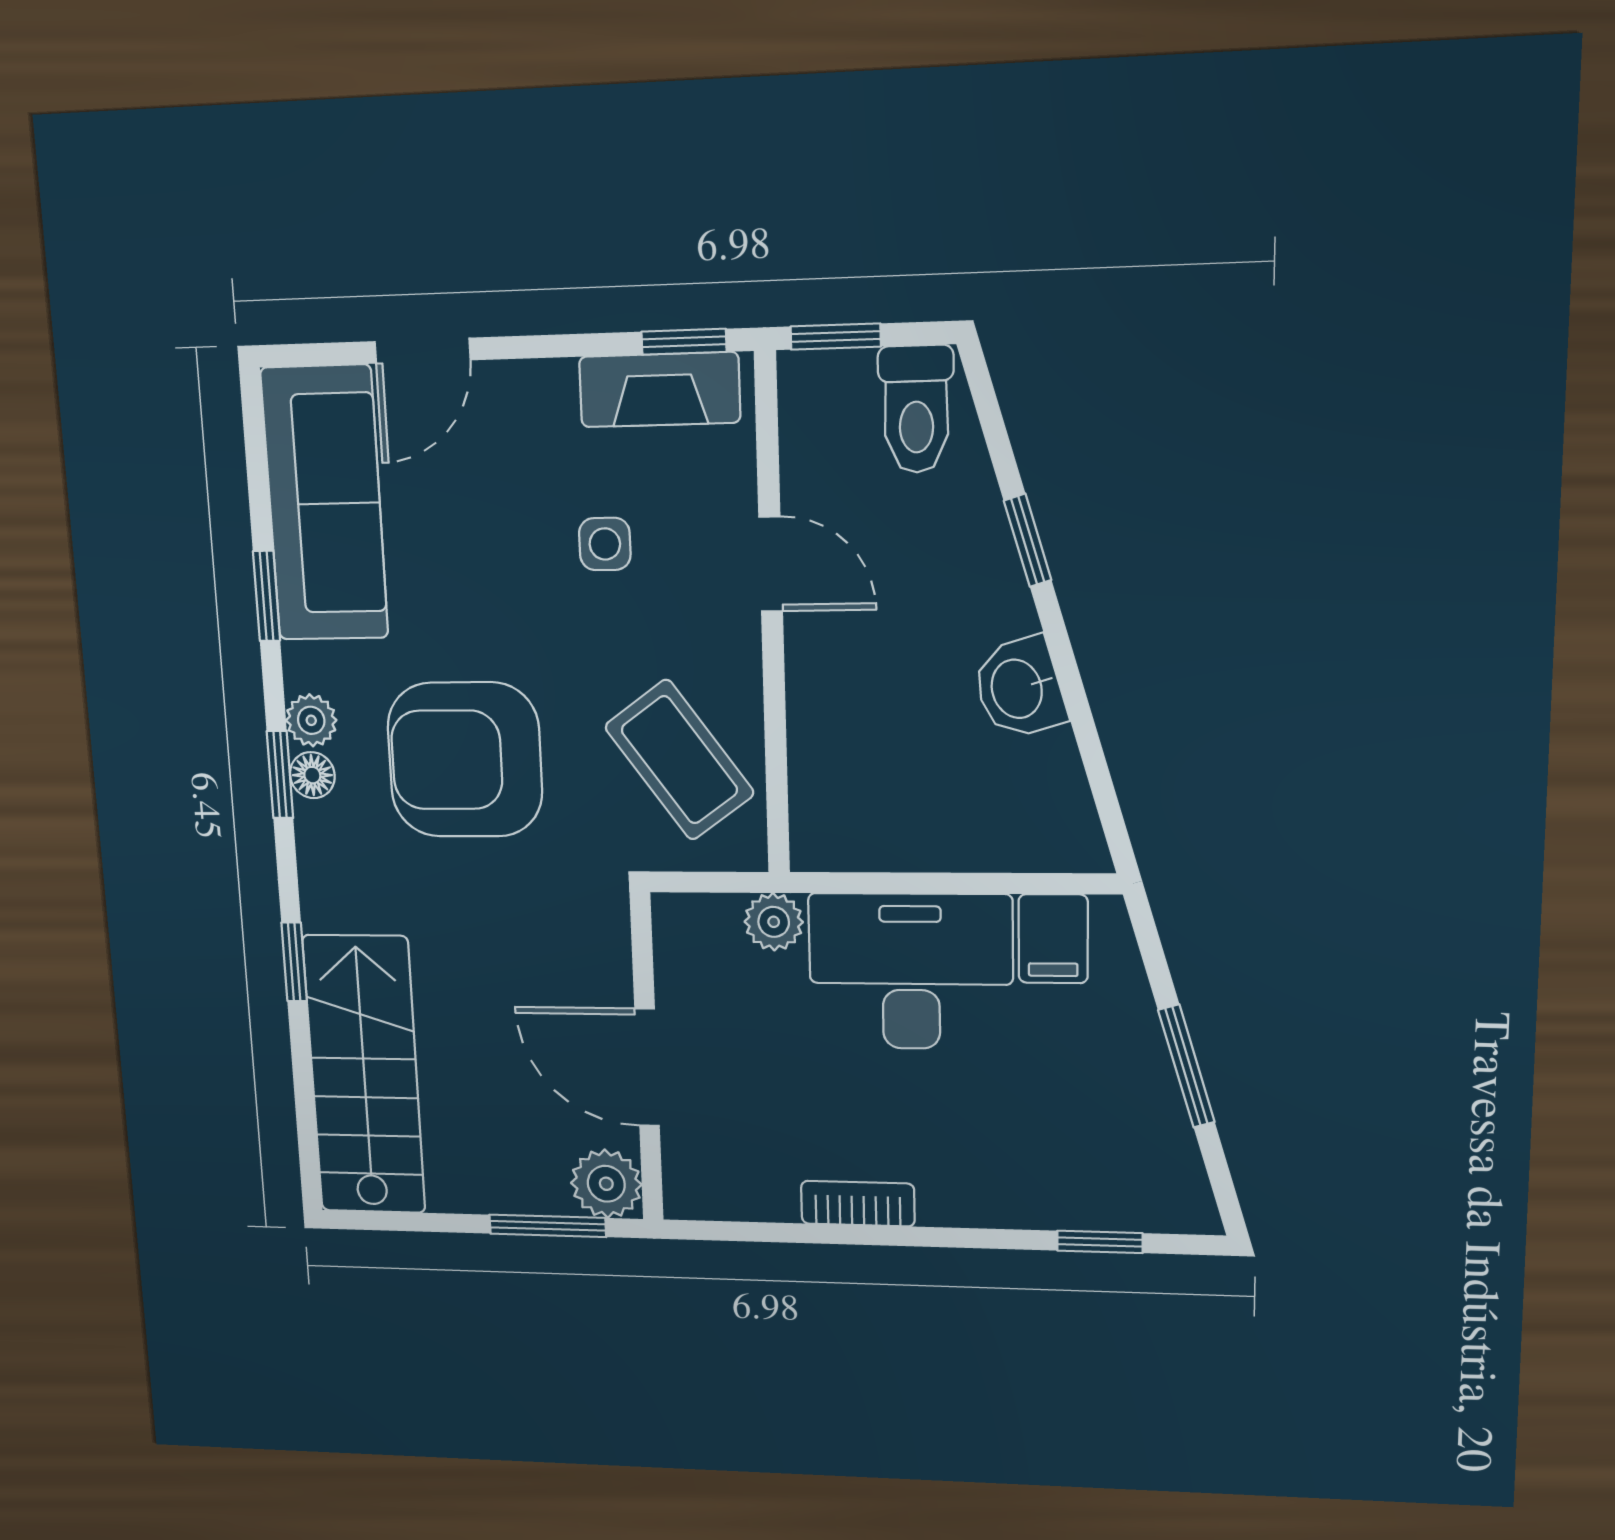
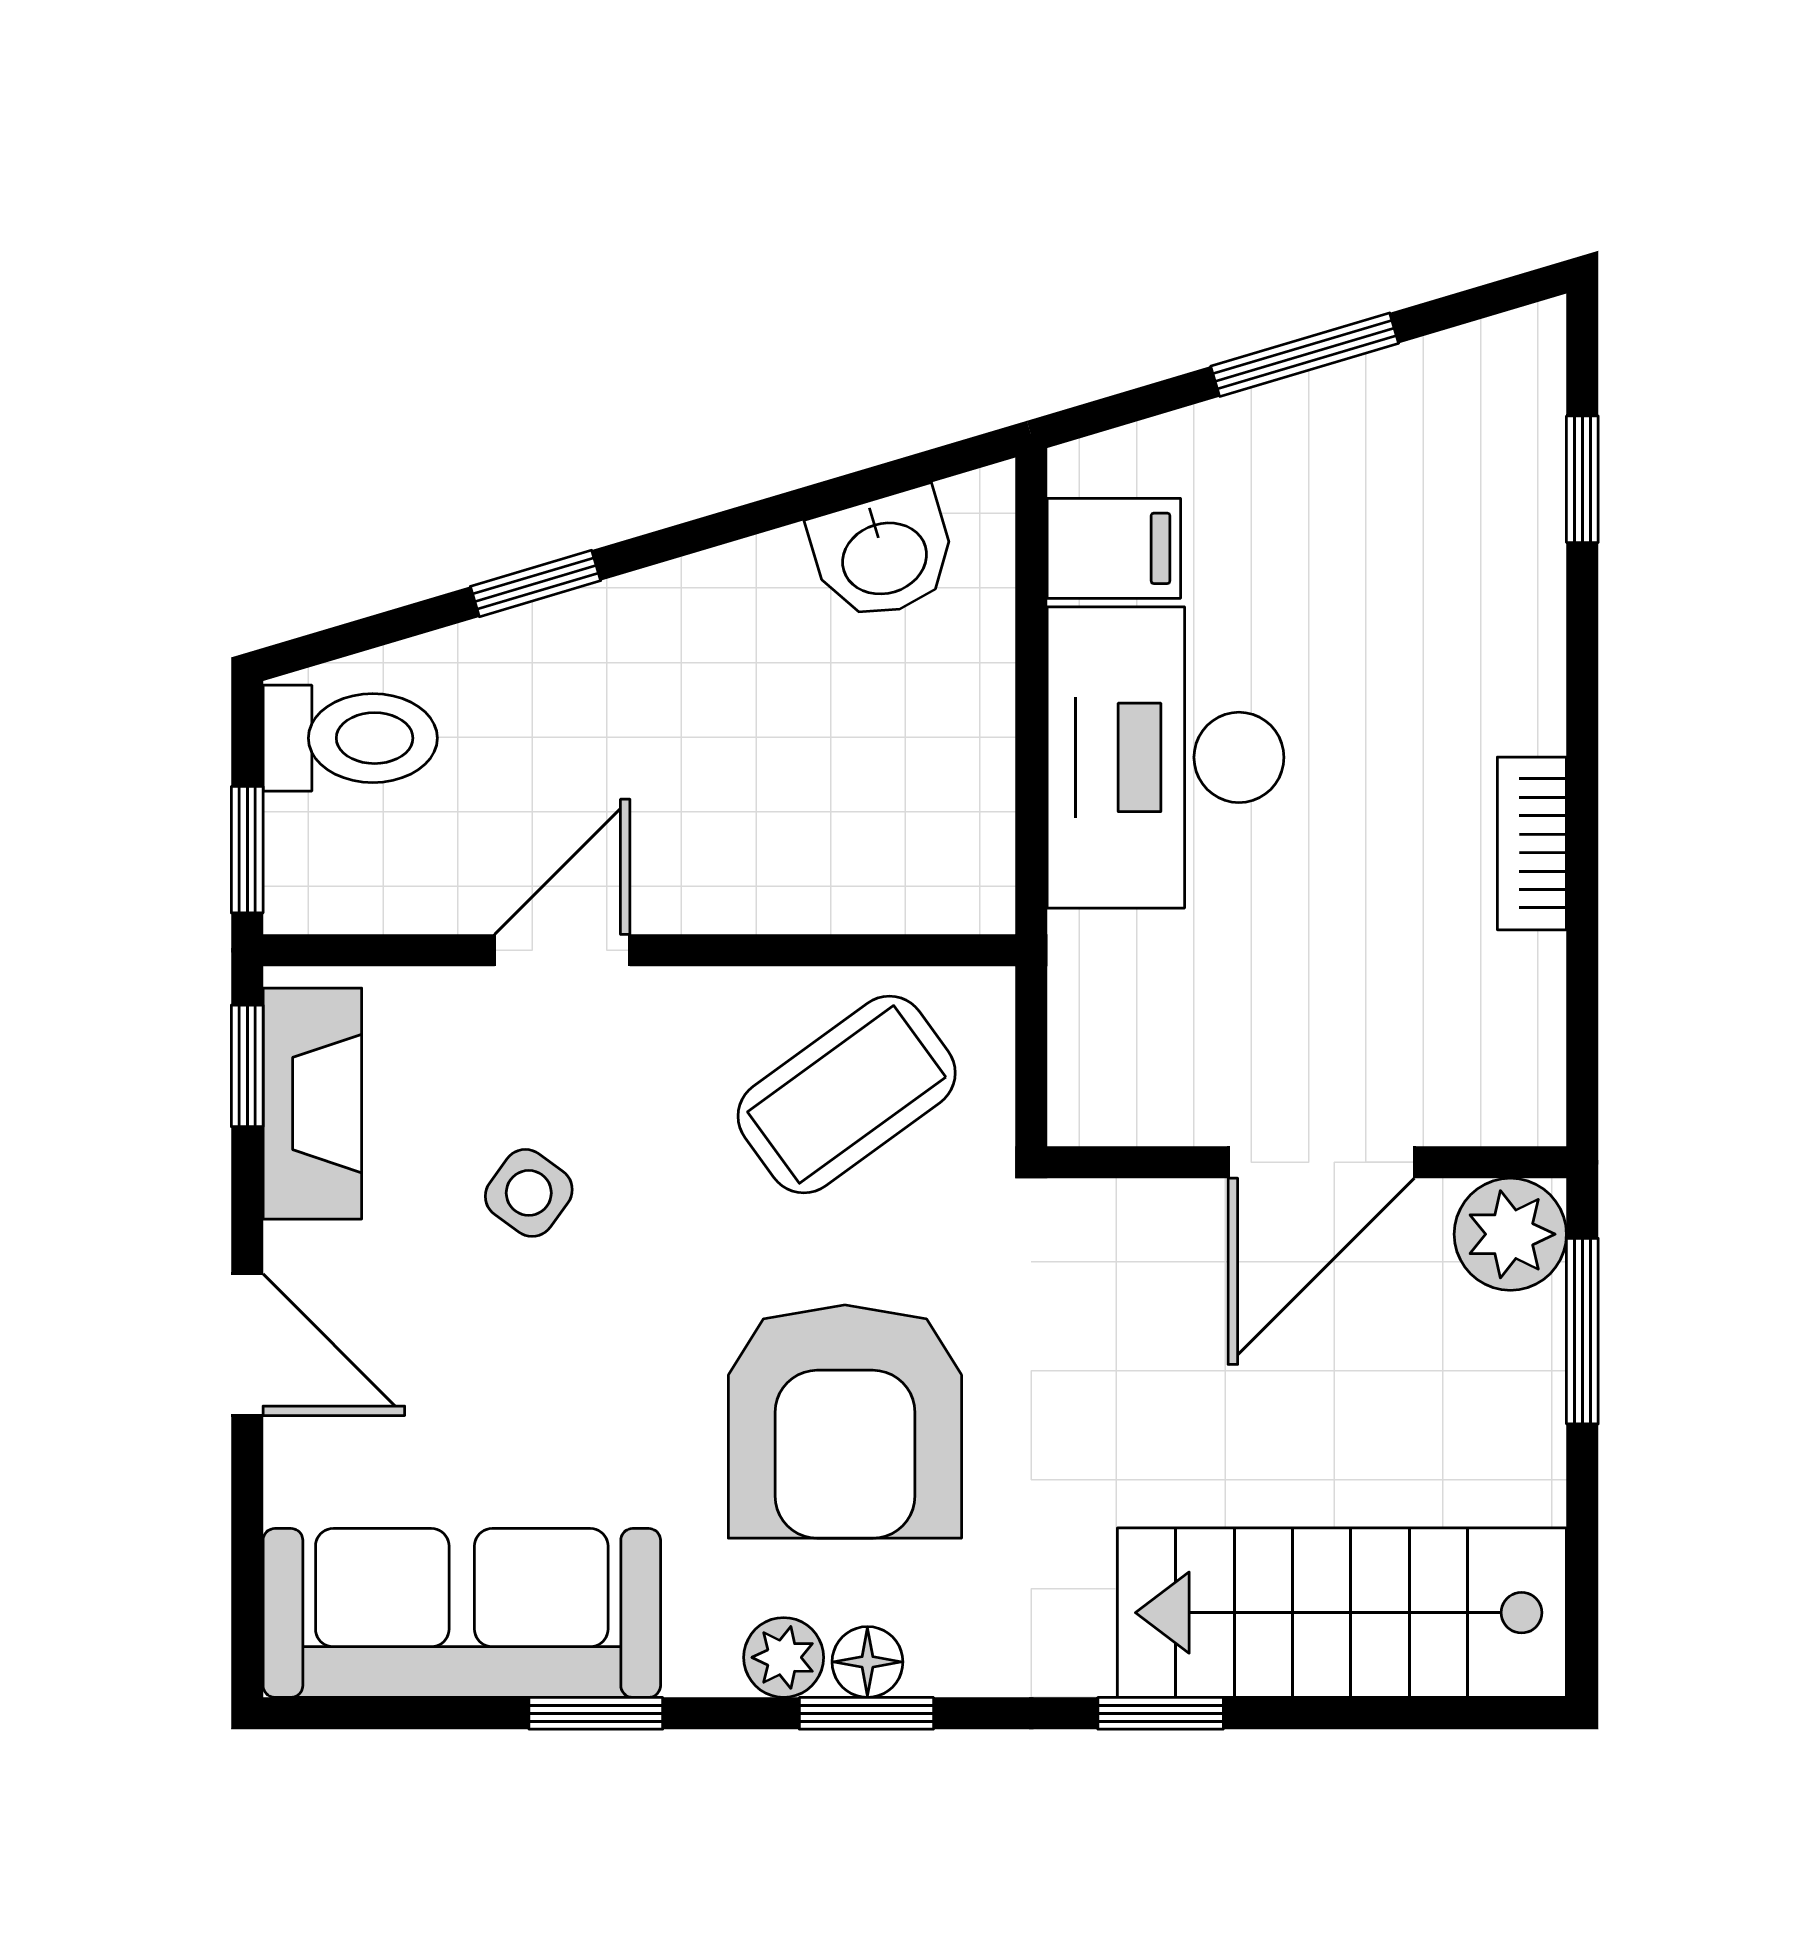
door: (423, 351) -> (247, 1345), moved
side table: (605, 544) -> (529, 1193), turned 36
washbasin: (1019, 688) -> (884, 555), moved
plant: (774, 922) -> (1091, 961), removed

